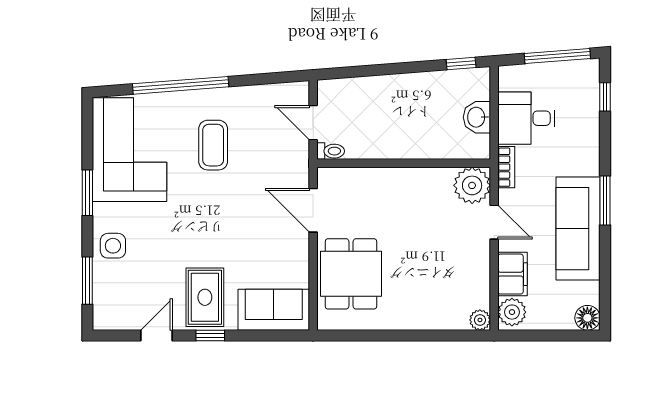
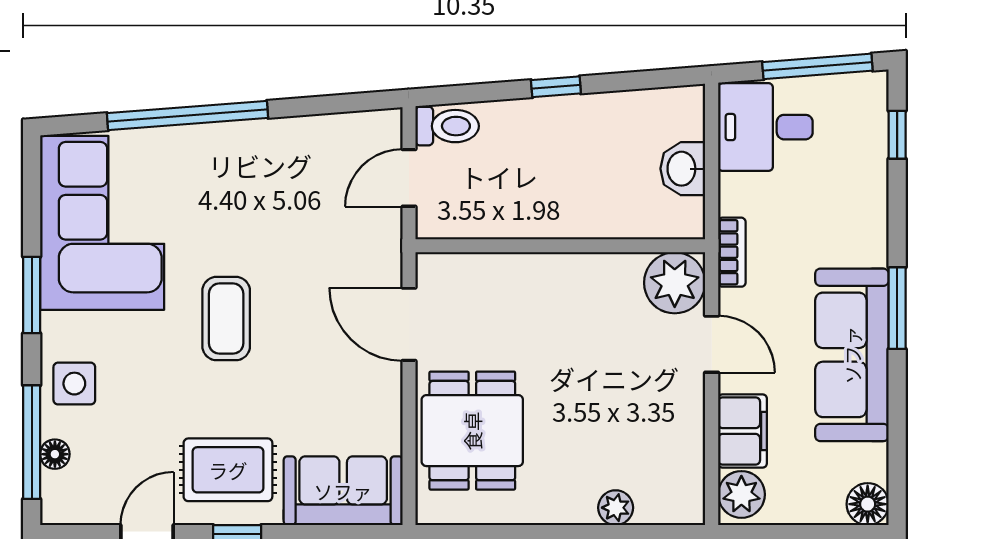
window: (461, 63) -> (556, 87), moved
desk: (526, 118) -> (765, 127), moved
door: (313, 123) -> (409, 178), hinge flipped
coffee table: (213, 145) -> (226, 319), moved
toilet: (331, 151) -> (447, 126), moved, width x1.37, depth x1.39
window: (87, 281) -> (32, 442), width x1.44
floor lamp: (101, 288) -> (55, 454), added
rug: (205, 297) -> (228, 470), turned 90
plant: (480, 320) -> (616, 508), moved

